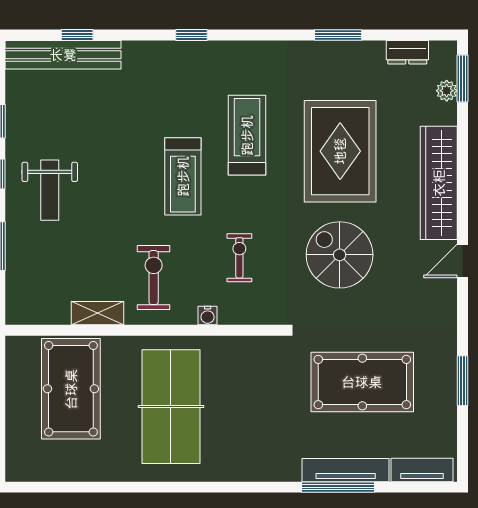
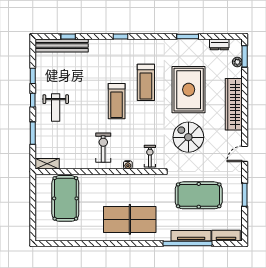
treadmill: (247, 135) -> (146, 82), turned 180
exercise bike: (239, 258) -> (150, 156), moved
door: (462, 261) -> (245, 154), moved
shelving: (98, 313) -> (47, 164), moved
table tennis table: (171, 407) -> (130, 219), moved, turned 90
window: (338, 487) -> (188, 243), width x1.46

